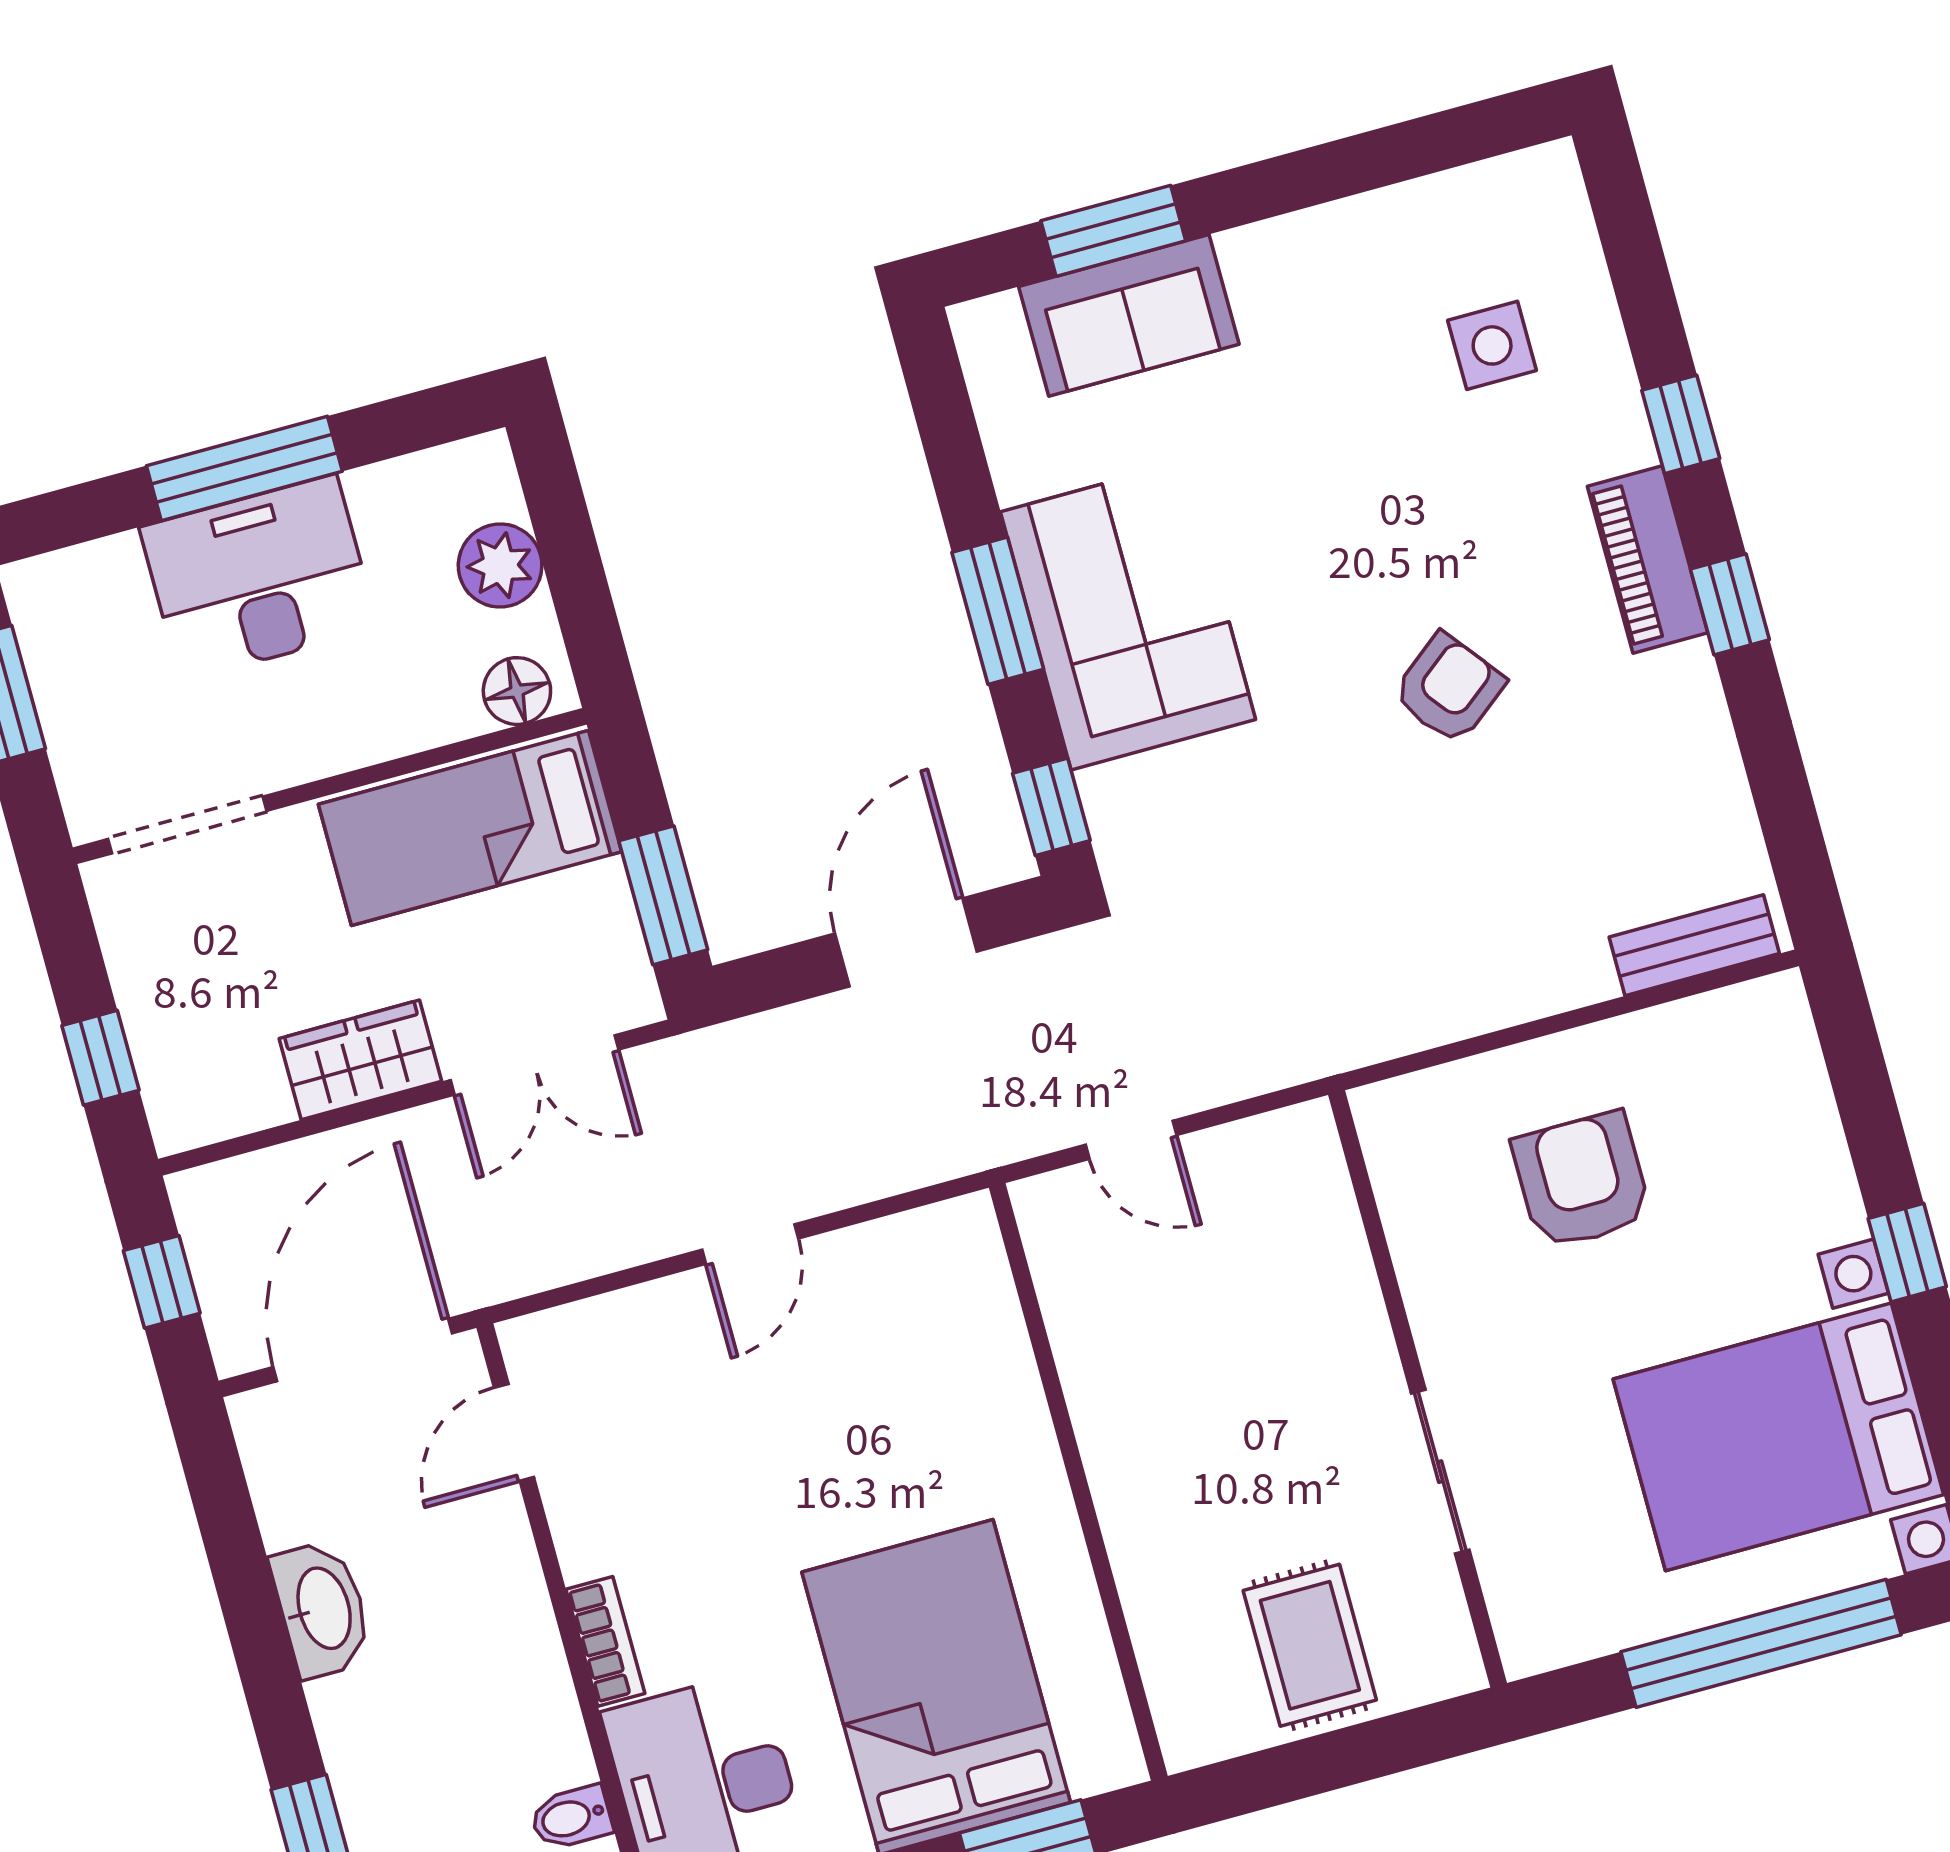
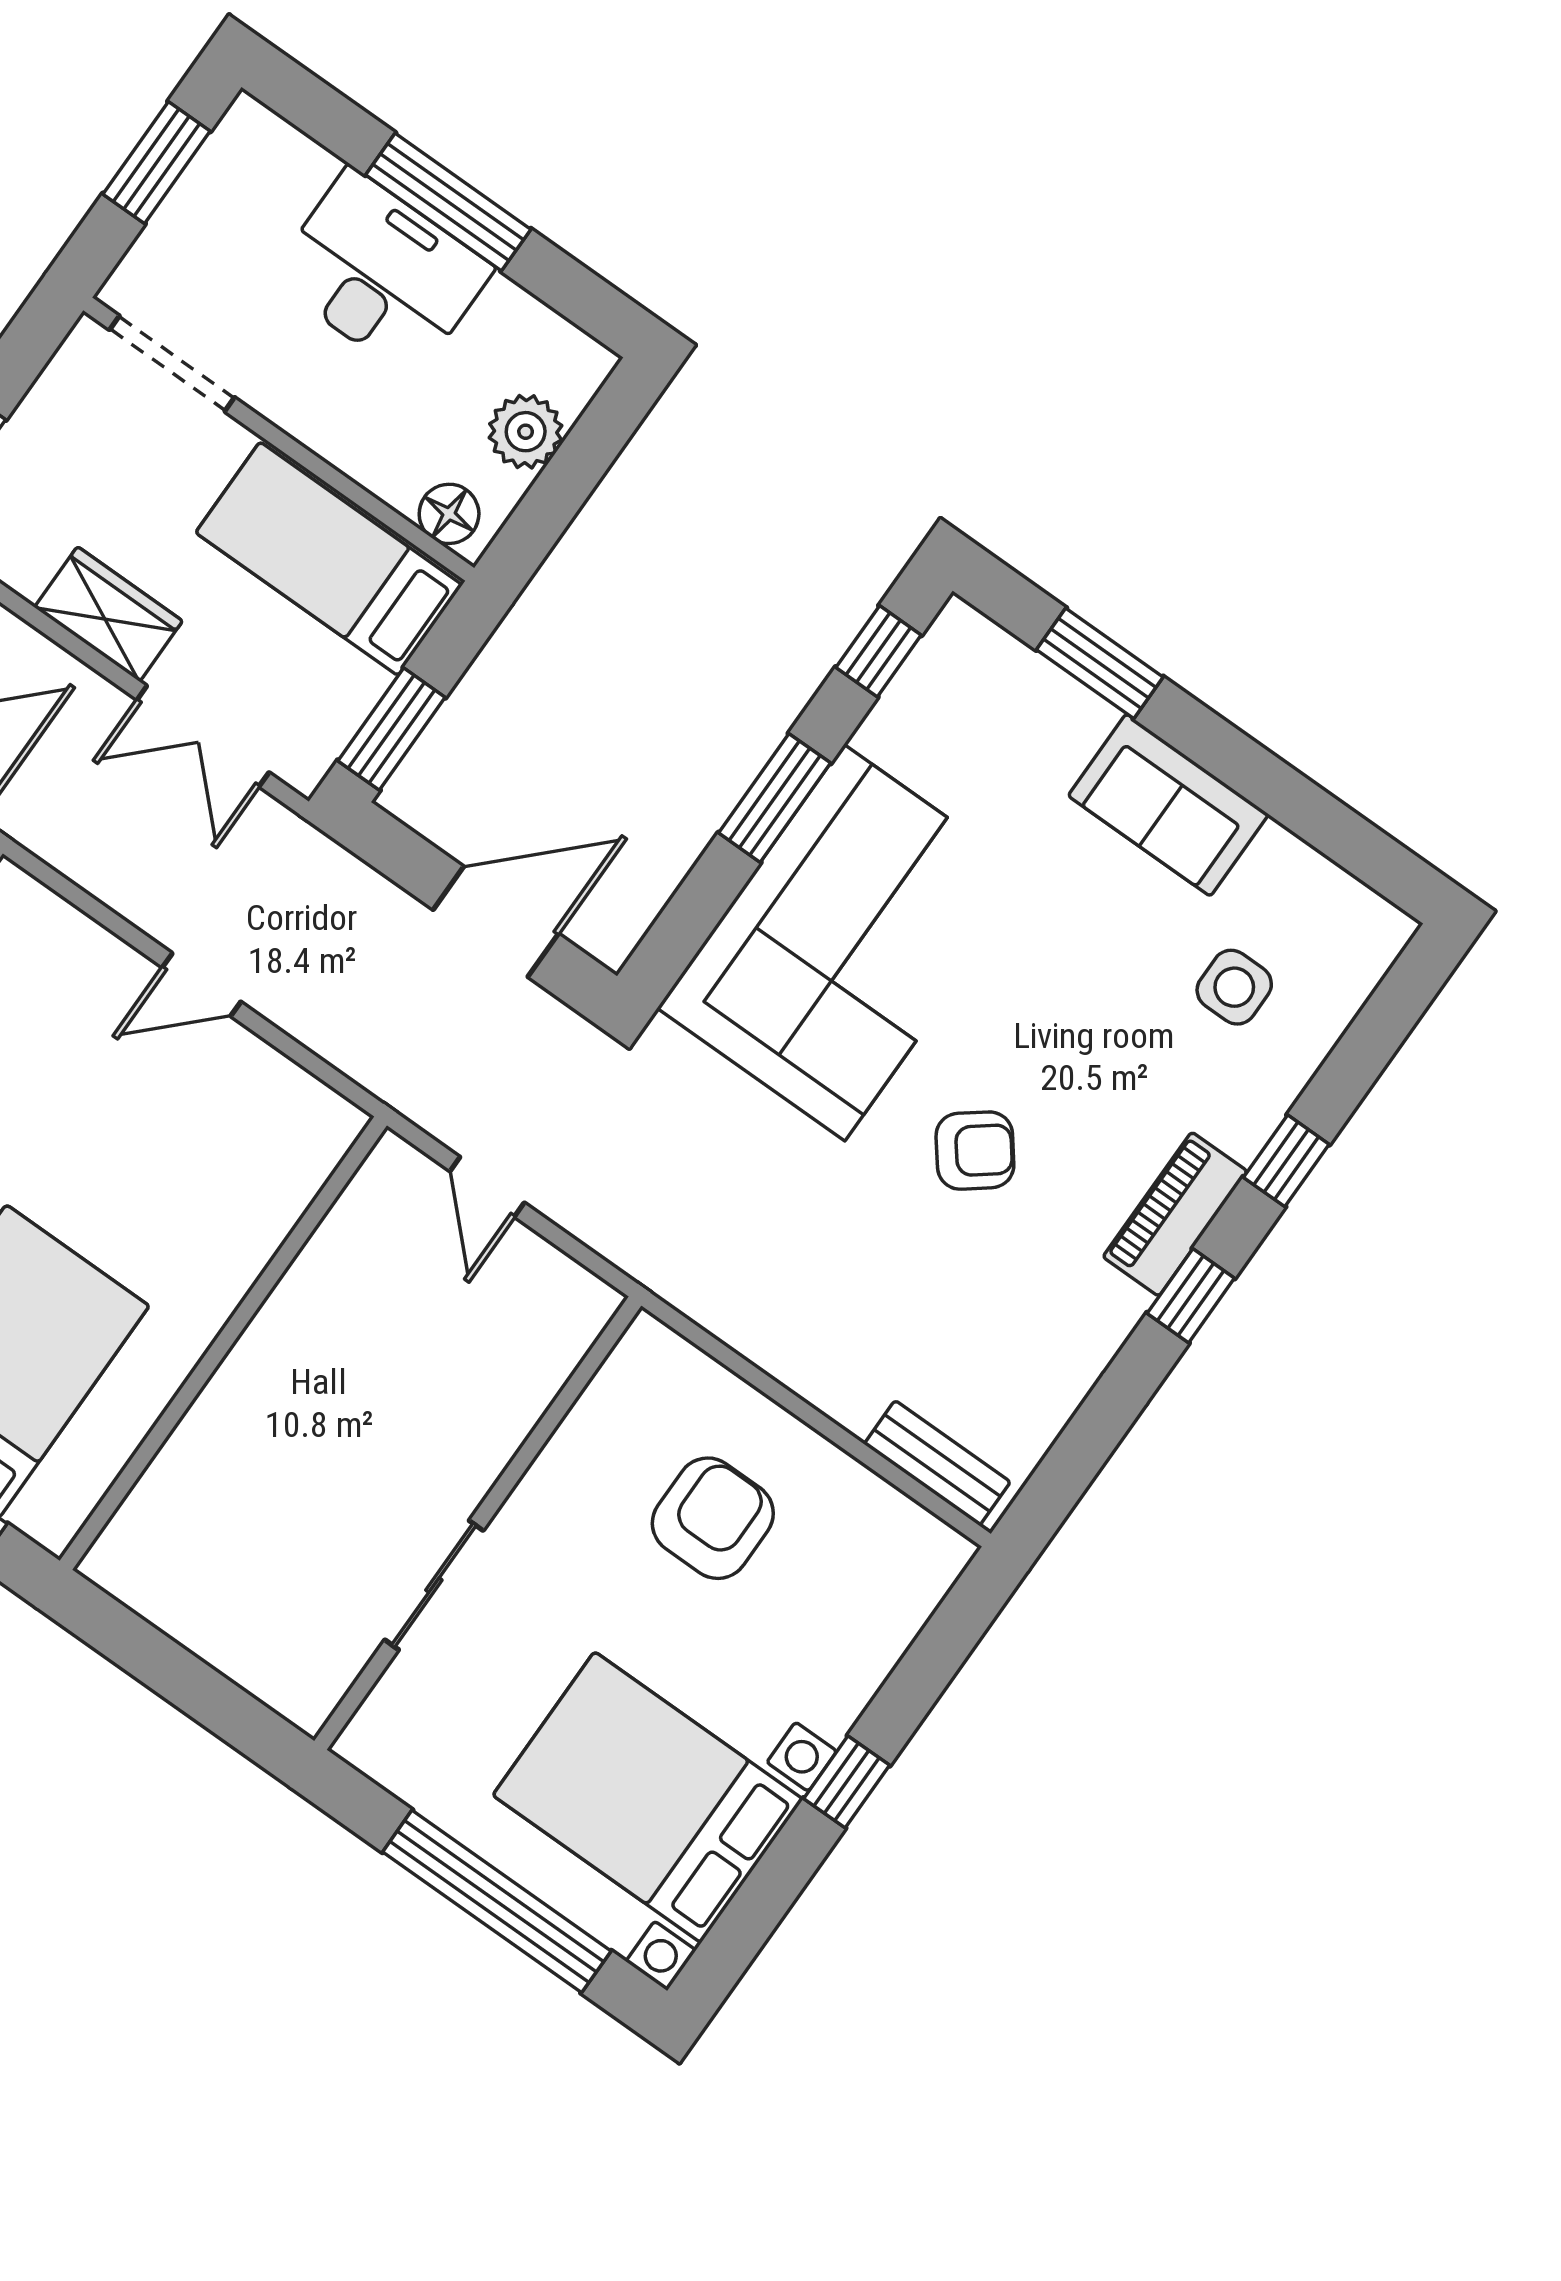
sofa: (1129, 315) -> (1168, 805), moved
corner sofa: (1128, 616) -> (844, 943), width x1.36, depth x1.36
window: (1051, 807) -> (878, 651), moved
rug: (1310, 1645) -> (242, 1594), removed

